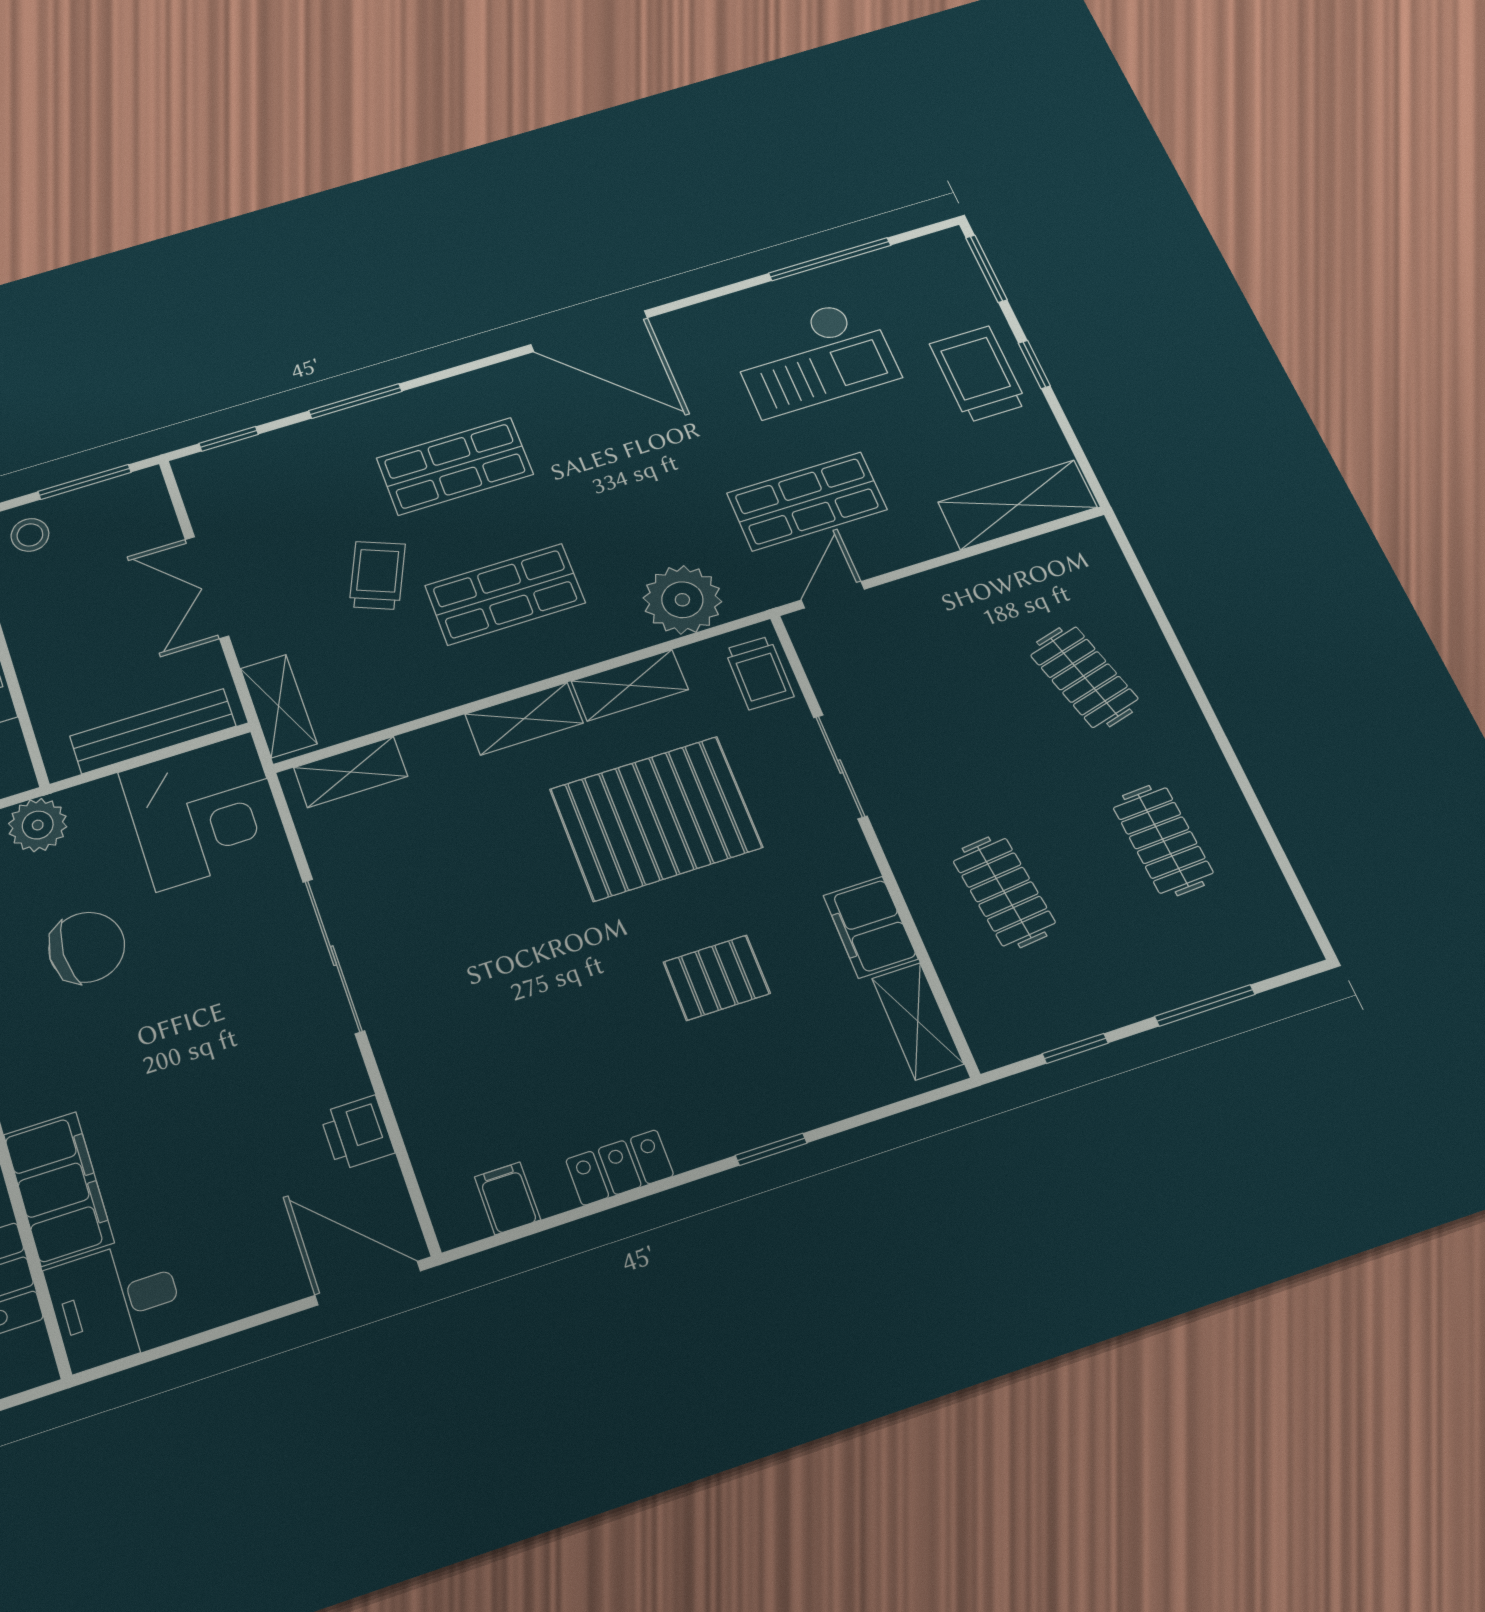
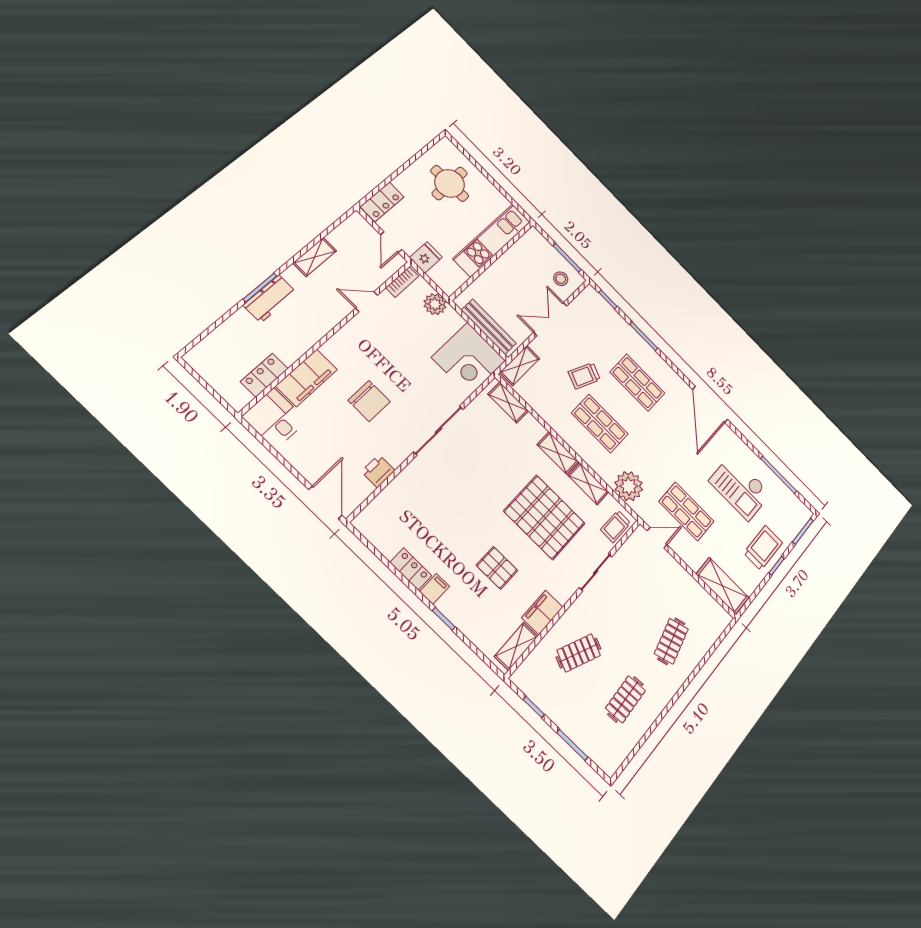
stool: (30, 535) -> (561, 279), moved
trolley: (377, 575) -> (584, 376), turned 180
clothes rail: (1004, 892) -> (579, 653), turned 30
chair: (87, 947) -> (369, 401), moved
filing cabinet: (507, 1198) -> (435, 589), moved

